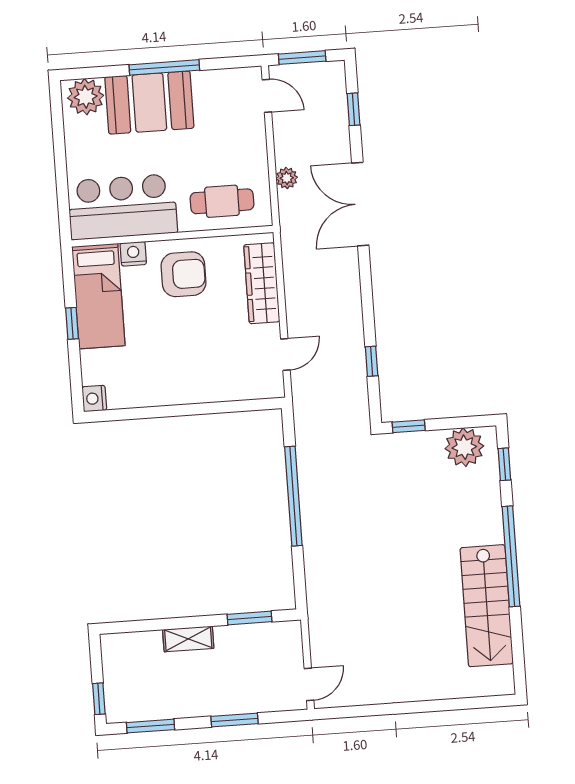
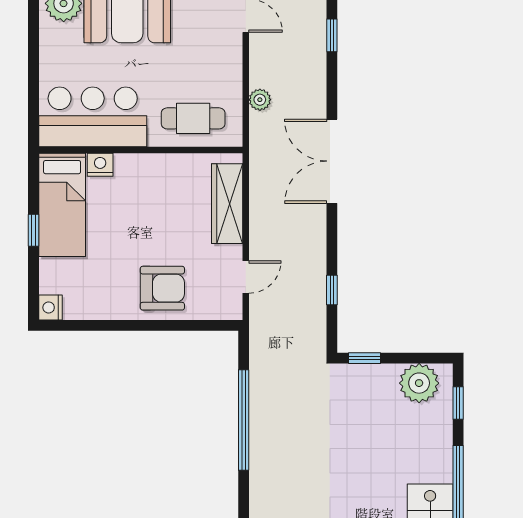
double door: (360, 204) -> (332, 161), moved
armchair: (184, 274) -> (162, 288), moved

